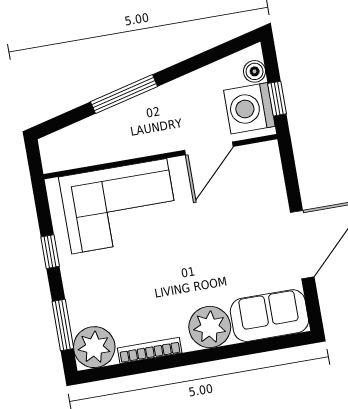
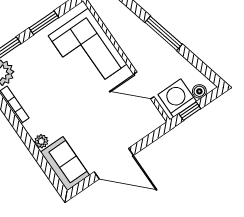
window: (124, 94) -> (164, 33), moved
window: (50, 252) -> (44, 23), width x1.50
plant: (210, 327) -> (41, 141), width x0.53, depth x0.53

